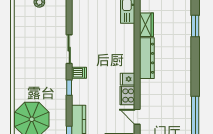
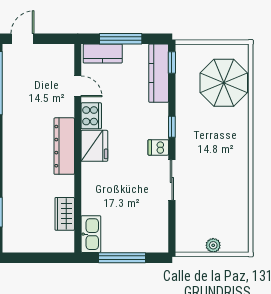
dresser: (147, 58) -> (64, 146), moved
fridge: (127, 79) -> (94, 146), width x1.88, depth x1.34

